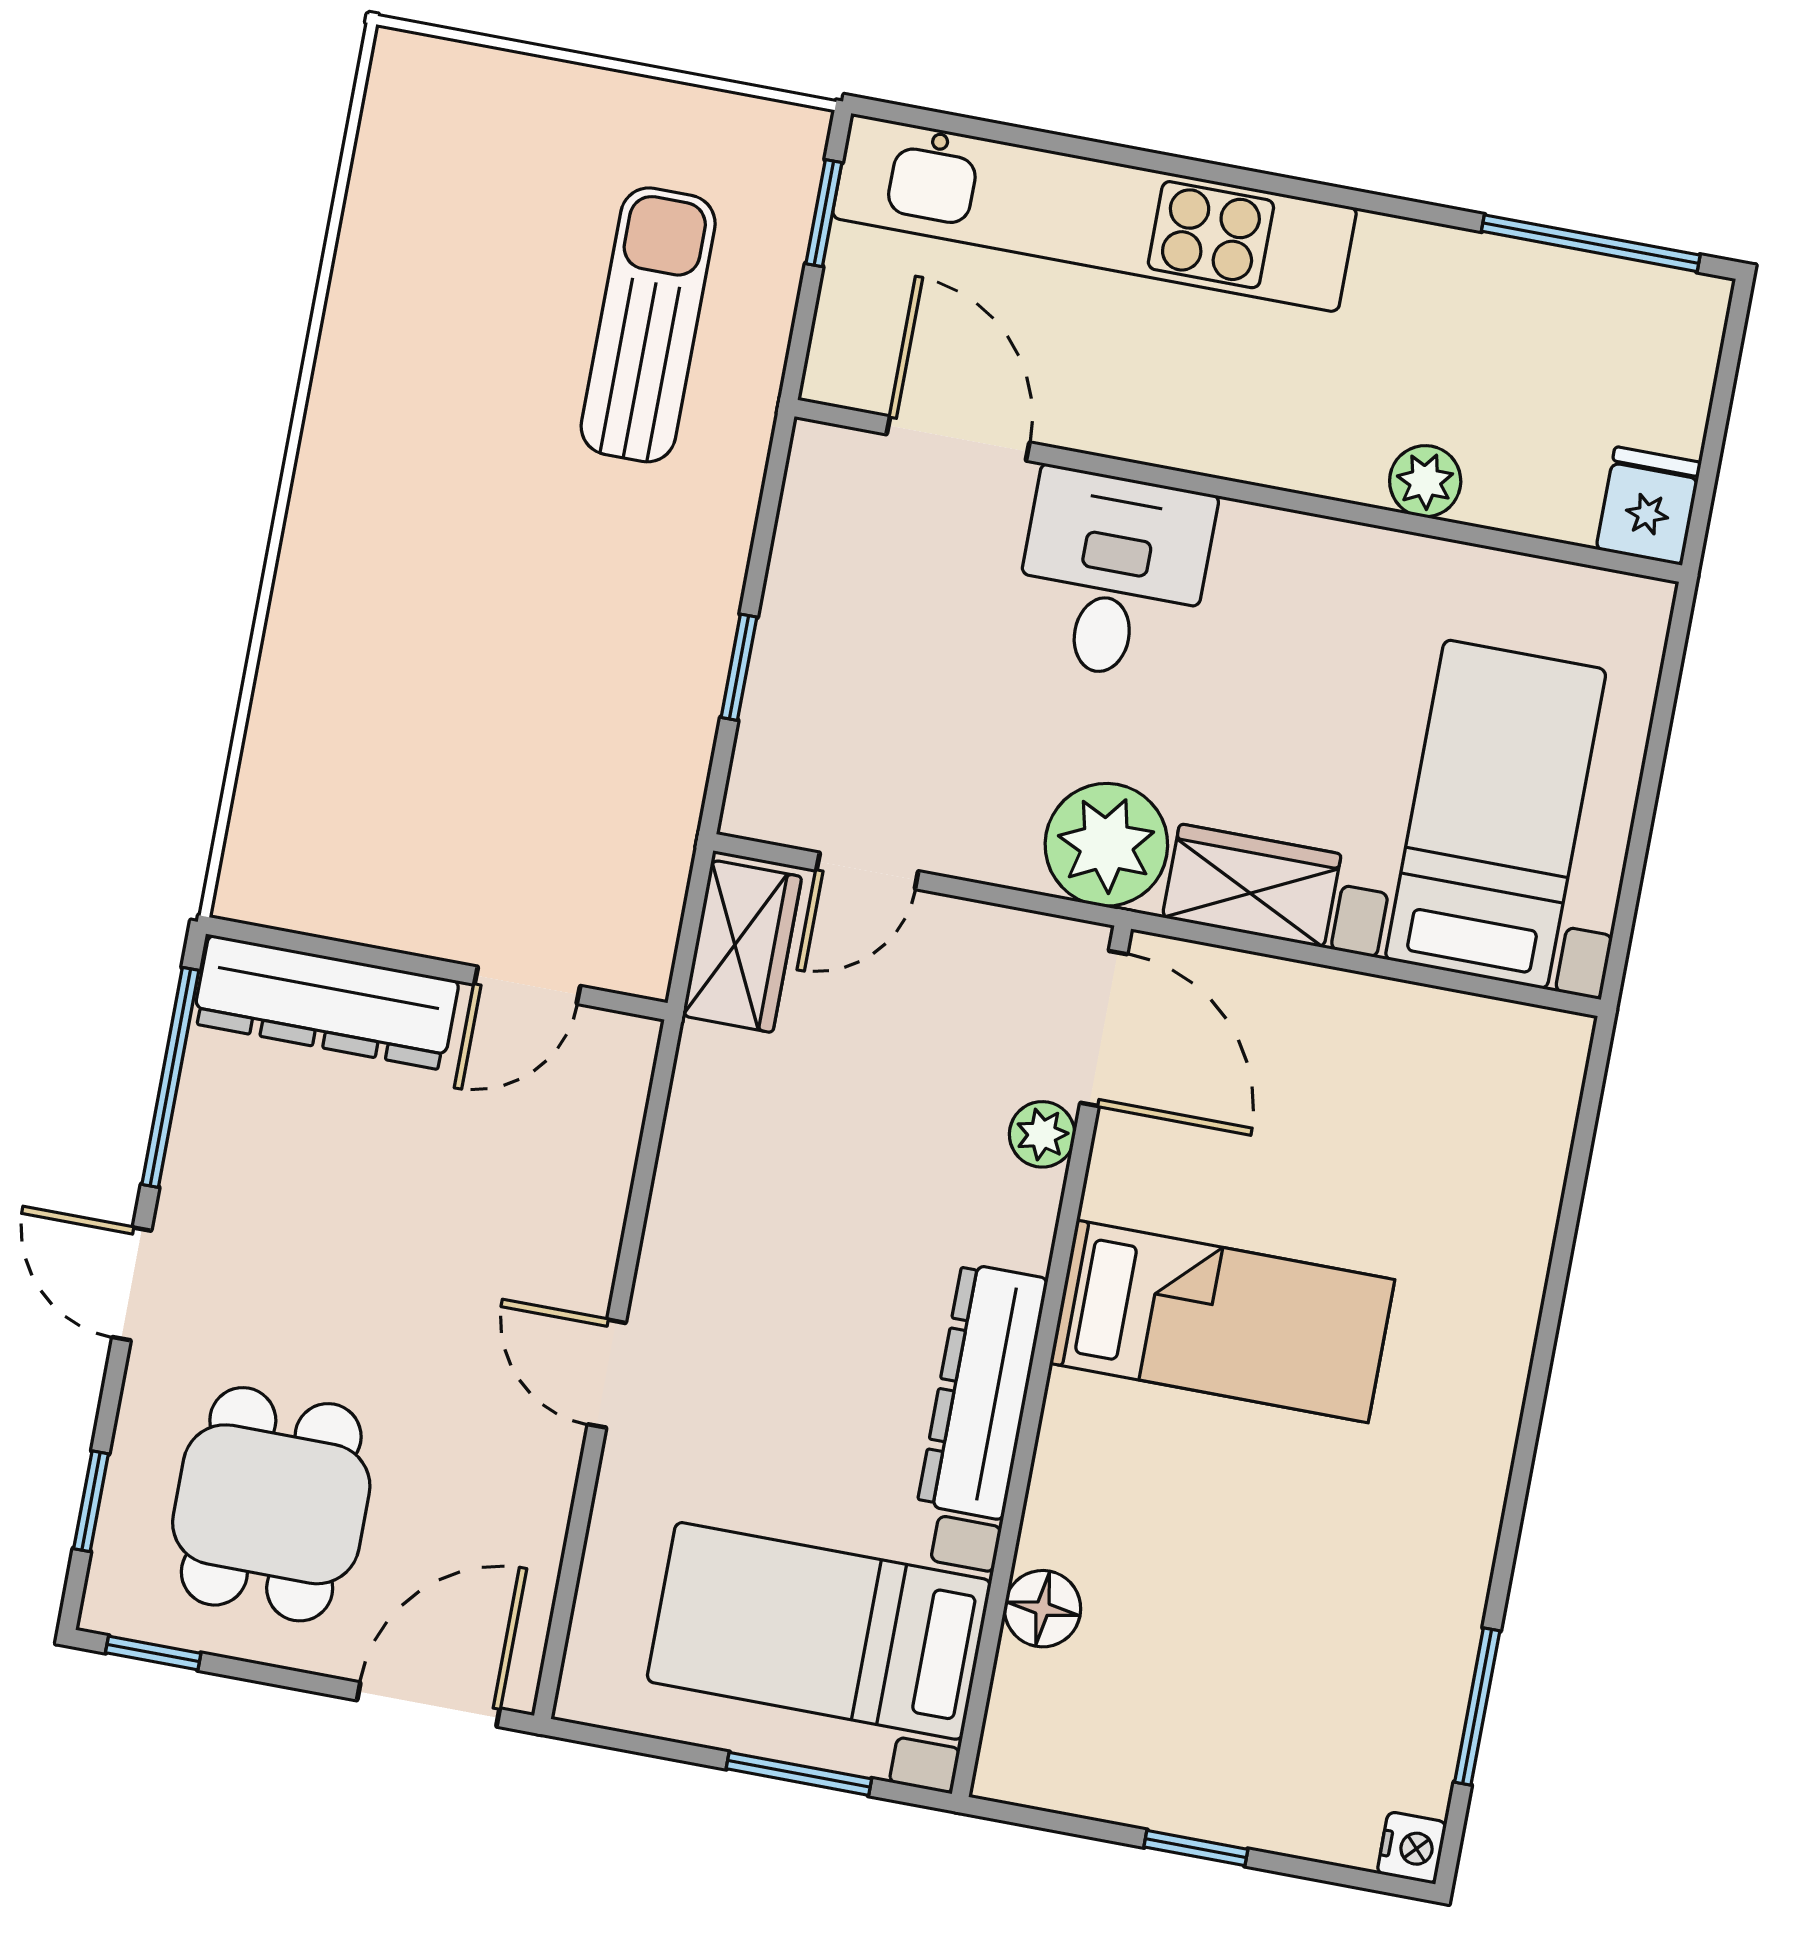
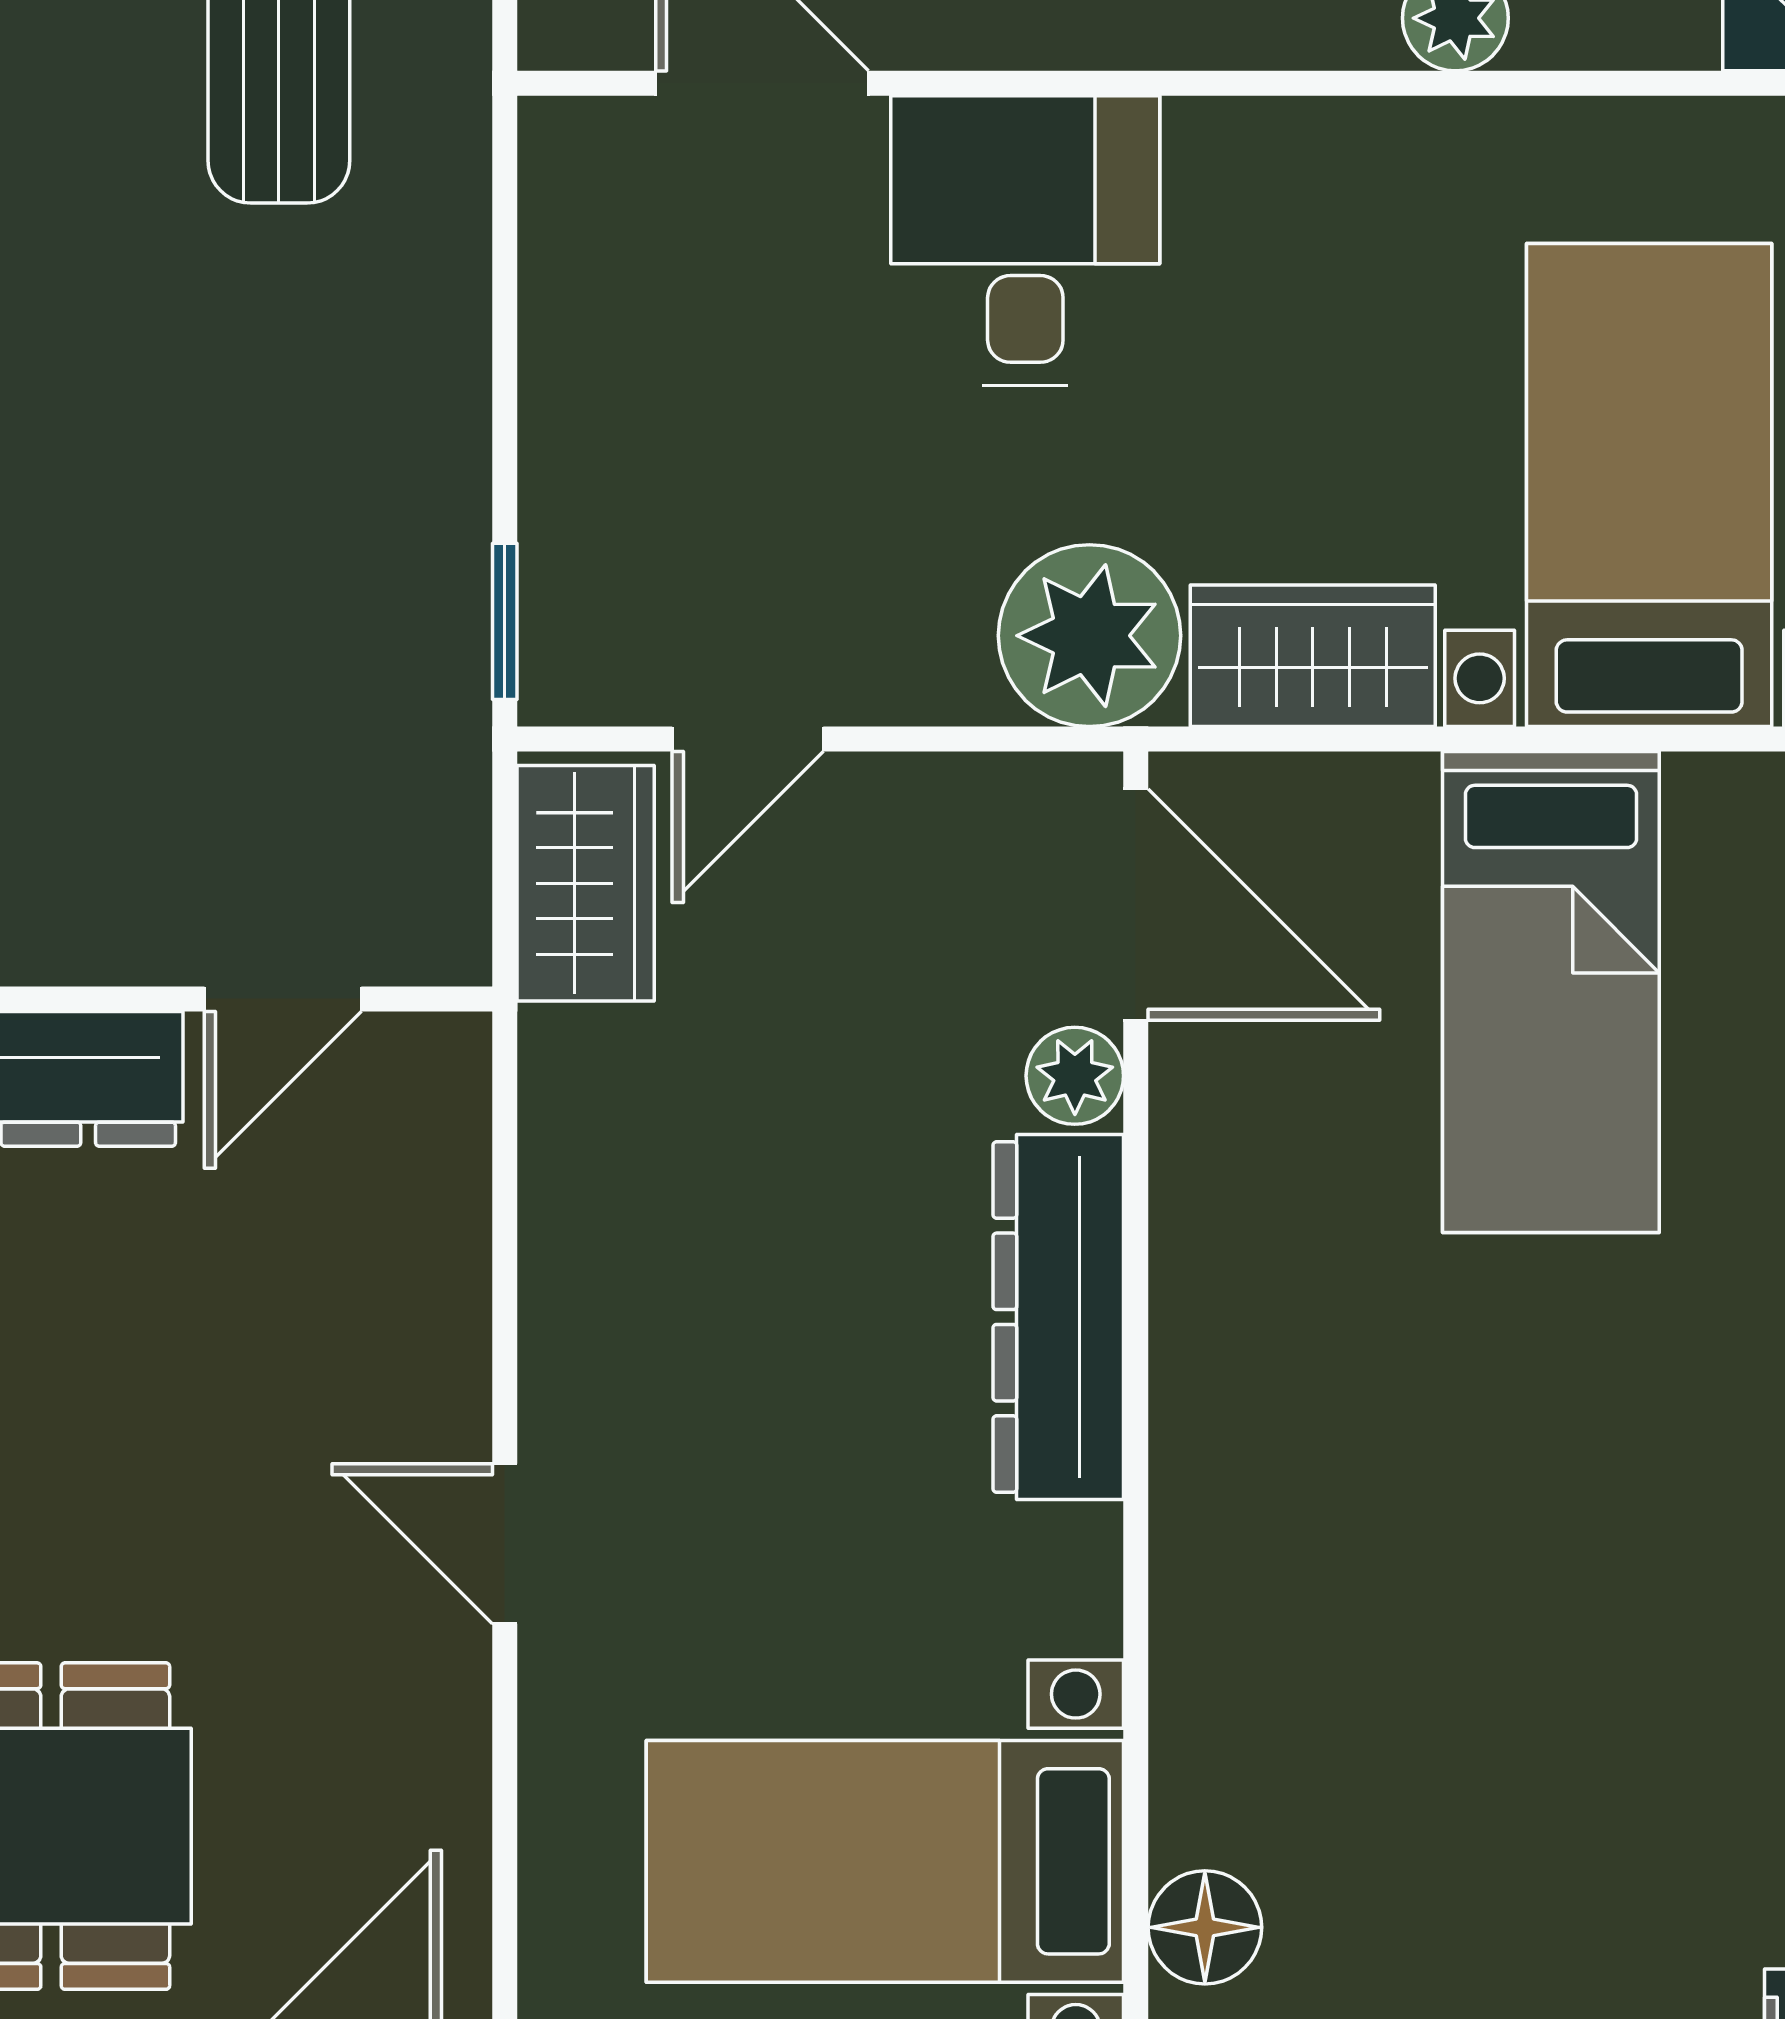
window: (739, 667) -> (505, 621), moved
bed: (1222, 1321) -> (1551, 992), moved, turned 90
dresser: (983, 1391) -> (1058, 1317), moved
floor lamp: (1043, 1609) -> (1205, 1927), moved

